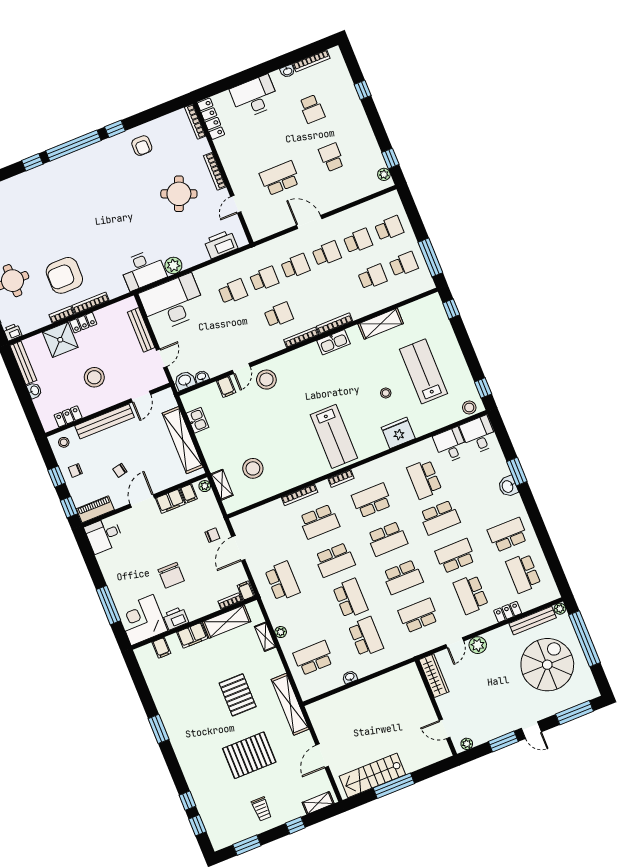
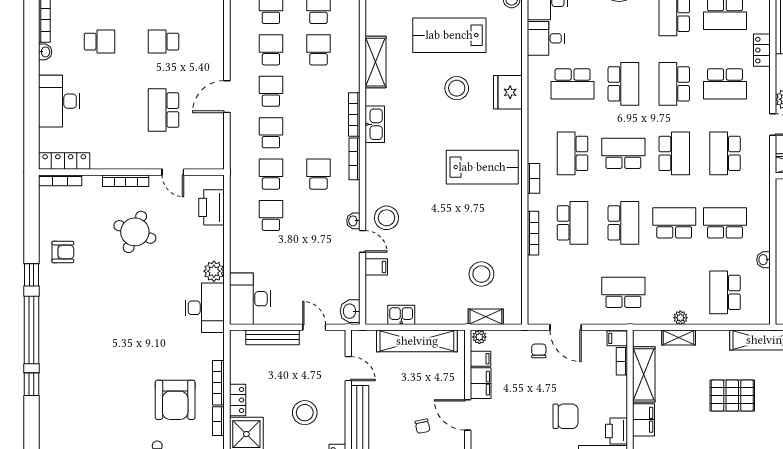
desk: (173, 303) -> (250, 299), width x0.73, depth x0.77
washbasin: (202, 377) -> (353, 221), moved
stool: (386, 393) -> (457, 88), width x1.89, depth x1.89
school desk: (387, 539) -> (623, 153), turned -90

